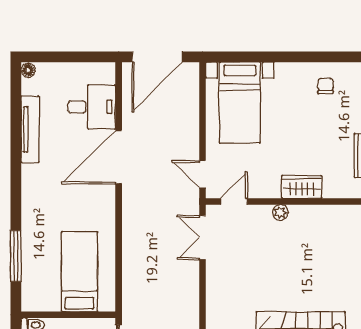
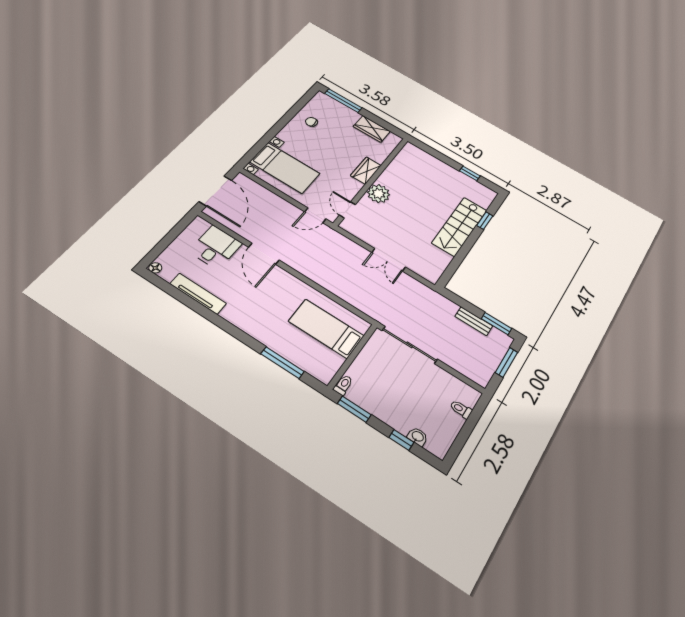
door: (119, 157) -> (264, 254), width x0.73
plant: (280, 213) -> (379, 194), width x1.88, depth x1.88
double door: (203, 238) -> (389, 260), moved

